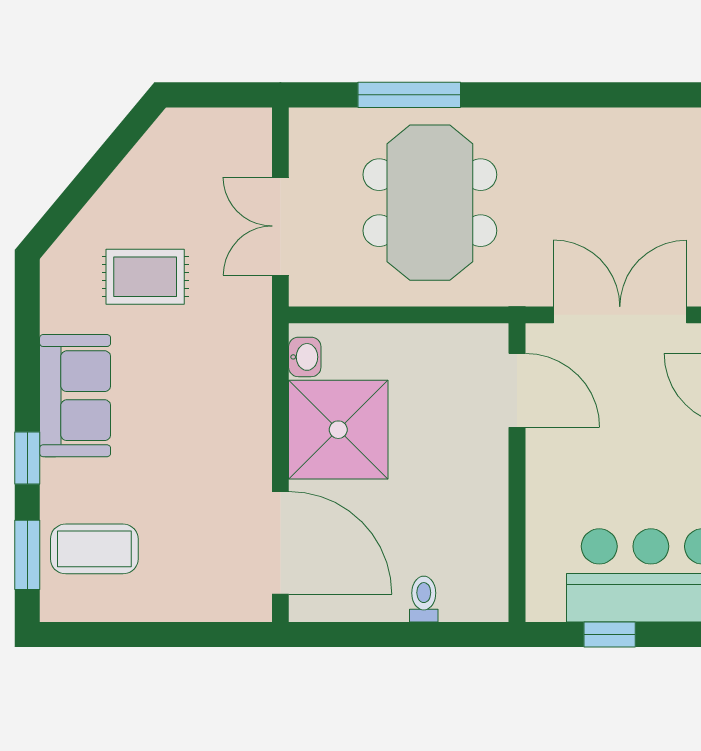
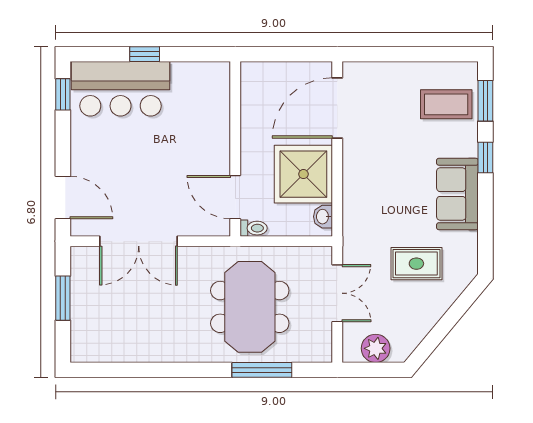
plant: (215, 132) -> (376, 348), added
door: (517, 390) -> (235, 197), moved
wall: (517, 473) -> (235, 149), moved
door: (280, 543) -> (337, 108), hinge flipped
toilet: (424, 599) -> (254, 228), moved, turned -90

